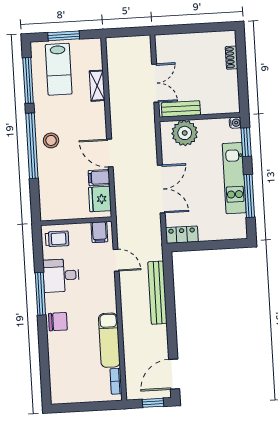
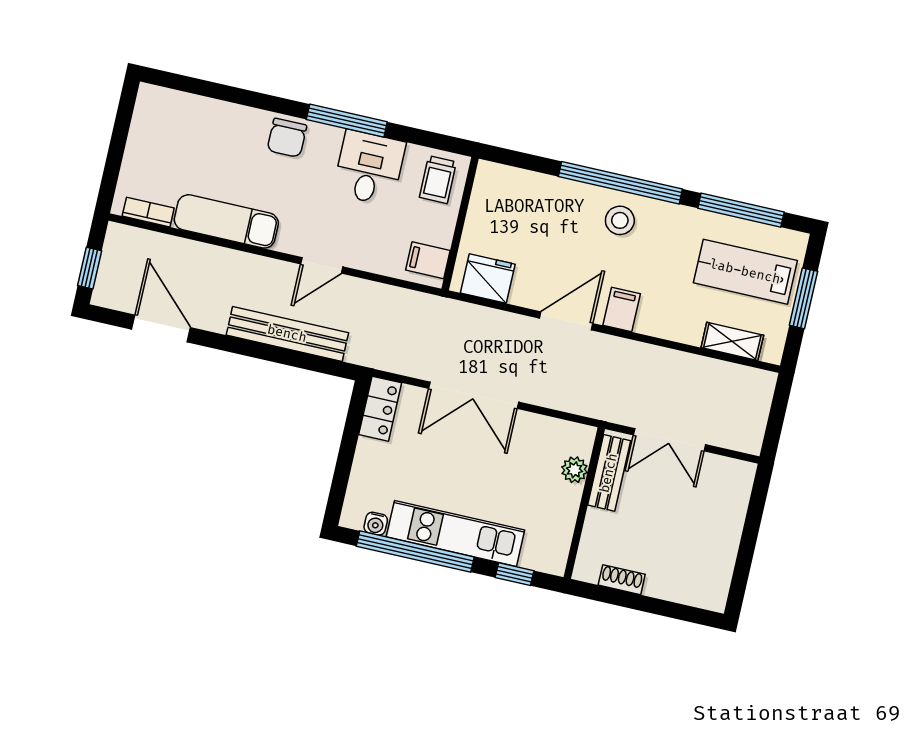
shoe rack: (232, 58) -> (622, 580), moved
shelving: (97, 86) -> (732, 341), moved
water cooler: (235, 123) -> (376, 524), moved
plant: (185, 133) -> (575, 470), width x0.53, depth x0.53
window: (246, 142) -> (515, 574), width x0.67
filing cabinet: (99, 178) -> (622, 310), moved
window: (249, 196) -> (415, 552), width x1.46
door: (116, 260) -> (322, 265), moved
door: (174, 374) -> (161, 328), moved

